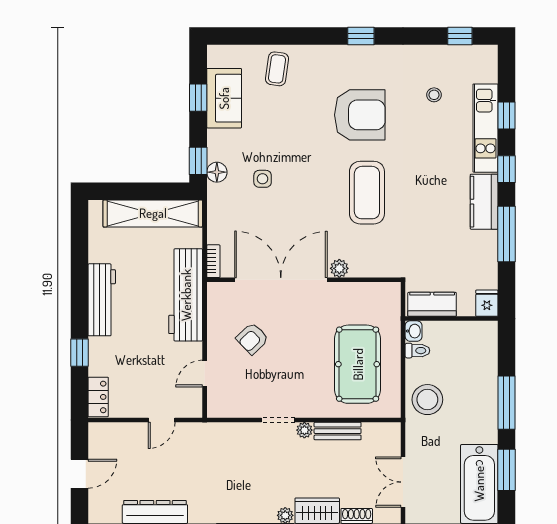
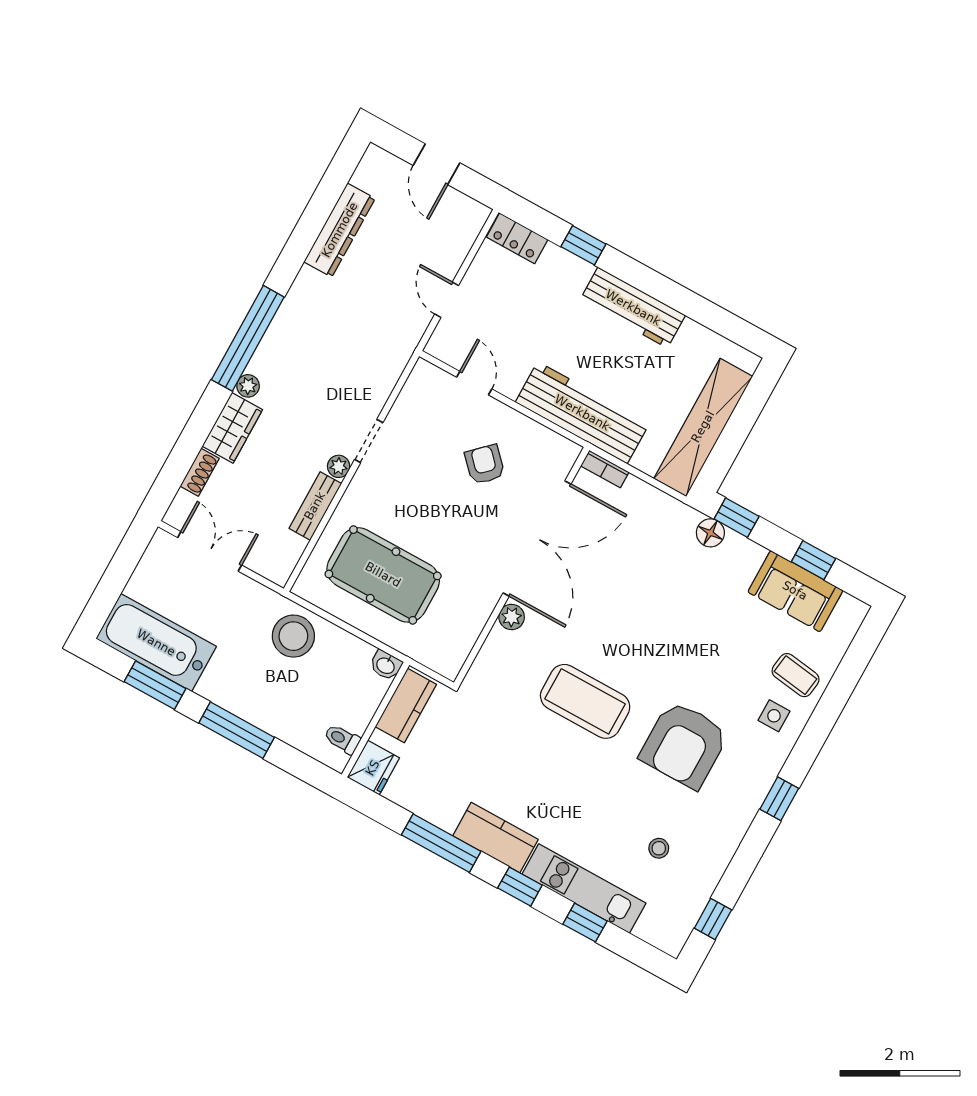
side table: (263, 179) -> (774, 716), moved
fridge: (487, 303) -> (373, 768), width x1.38
toilet: (417, 351) -> (342, 739), moved, turned 90

